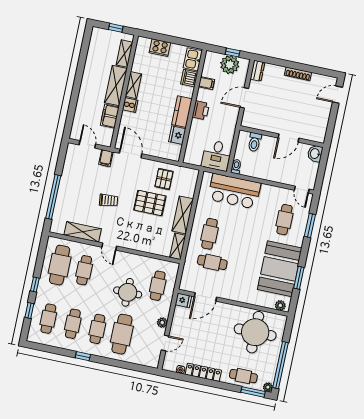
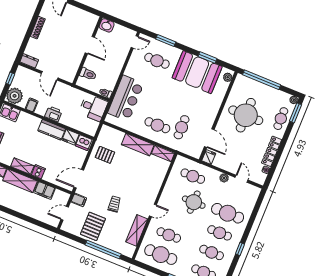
plant: (230, 65) -> (15, 96), moved
dishwasher: (189, 78) -> (84, 143), moved
pallet: (150, 203) -> (93, 226), moved
round table: (255, 332) -> (246, 115), moved
window: (280, 365) -> (262, 80), moved

